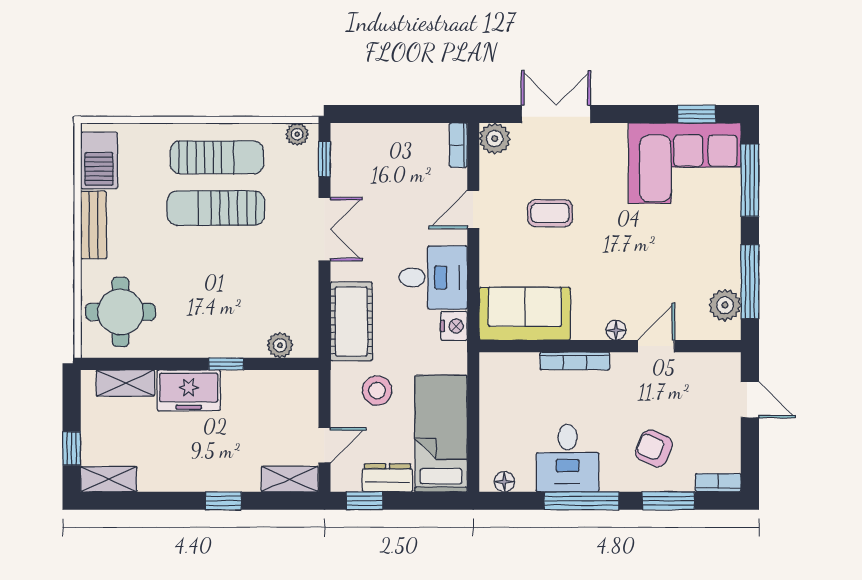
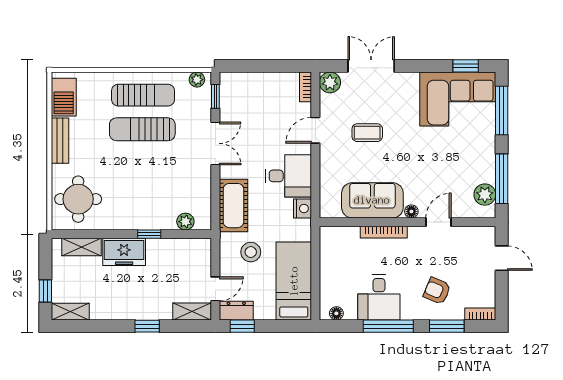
sofa: (525, 314) -> (372, 200), moved
dresser: (387, 478) -> (236, 311), moved

